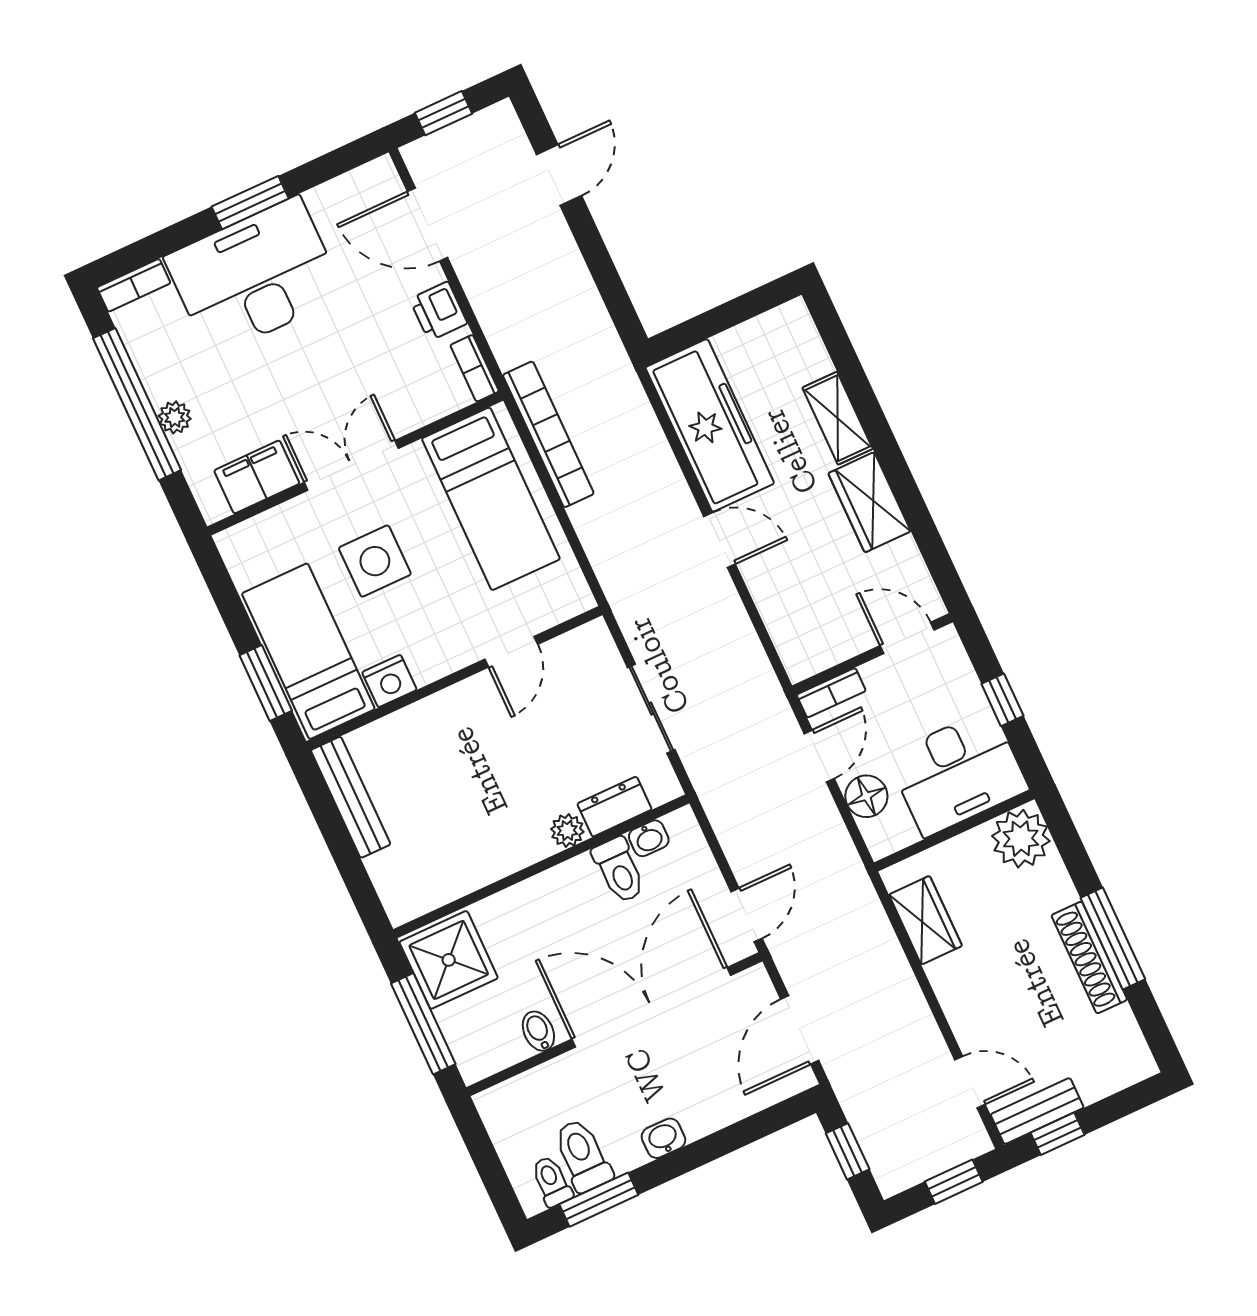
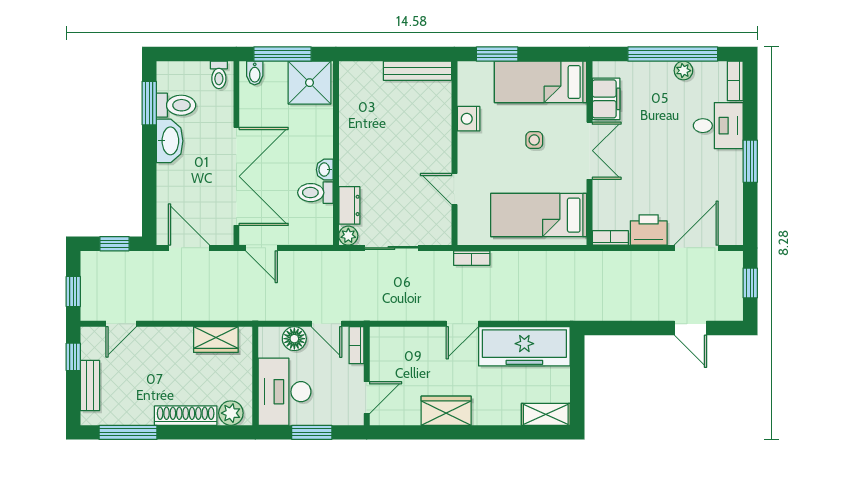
desk: (254, 276) -> (718, 126), width x0.53, depth x0.77
printer: (438, 311) -> (649, 230), width x1.36, depth x1.24
plant: (175, 417) -> (683, 71), moved
shelving: (838, 418) -> (546, 414), moved
bookcase: (548, 434) -> (472, 258), moved, width x0.43, depth x0.76
side table: (375, 561) -> (534, 140), width x0.54, depth x0.54
bed: (308, 651) -> (541, 82), moved, turned 180
window: (1002, 700) -> (312, 432), width x1.50
plant: (567, 830) -> (348, 236), moved
washbasin: (649, 838) -> (325, 170), moved
plant: (1021, 839) -> (231, 413), width x0.73, depth x0.73
window: (1113, 939) -> (128, 432), moved
shoe rack: (1089, 957) -> (186, 416), moved
bidet: (538, 1031) -> (255, 73), moved, turned 90
bench: (1037, 1111) -> (90, 386), moved
washbasin: (663, 1138) -> (170, 141), width x1.91, depth x1.45
toilet: (552, 1181) -> (219, 75), moved, turned 90

